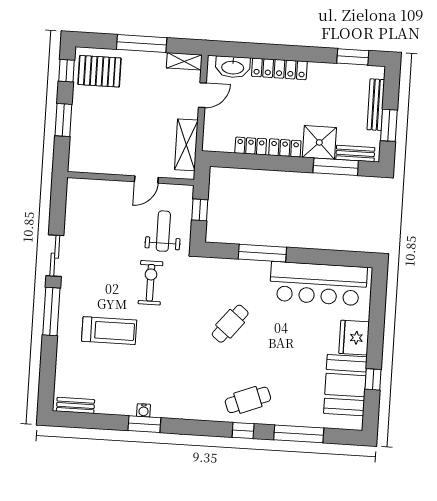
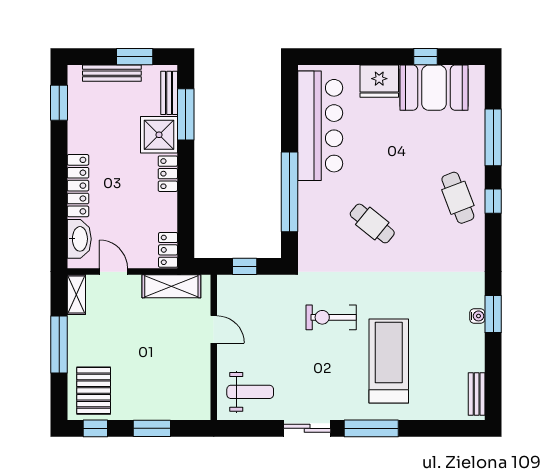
locker: (251, 146) -> (168, 250), moved
weight bench: (163, 231) -> (250, 392), moved, turned 180
window: (262, 253) -> (290, 192), width x1.46
treadmill: (109, 331) -> (389, 361), width x1.37, depth x1.38

